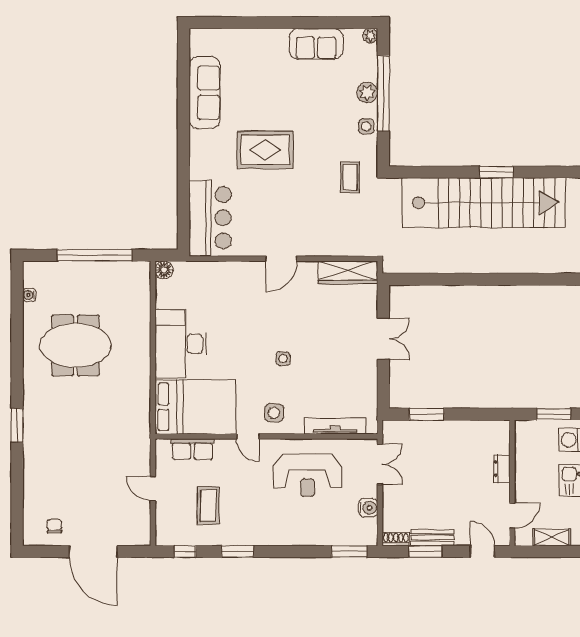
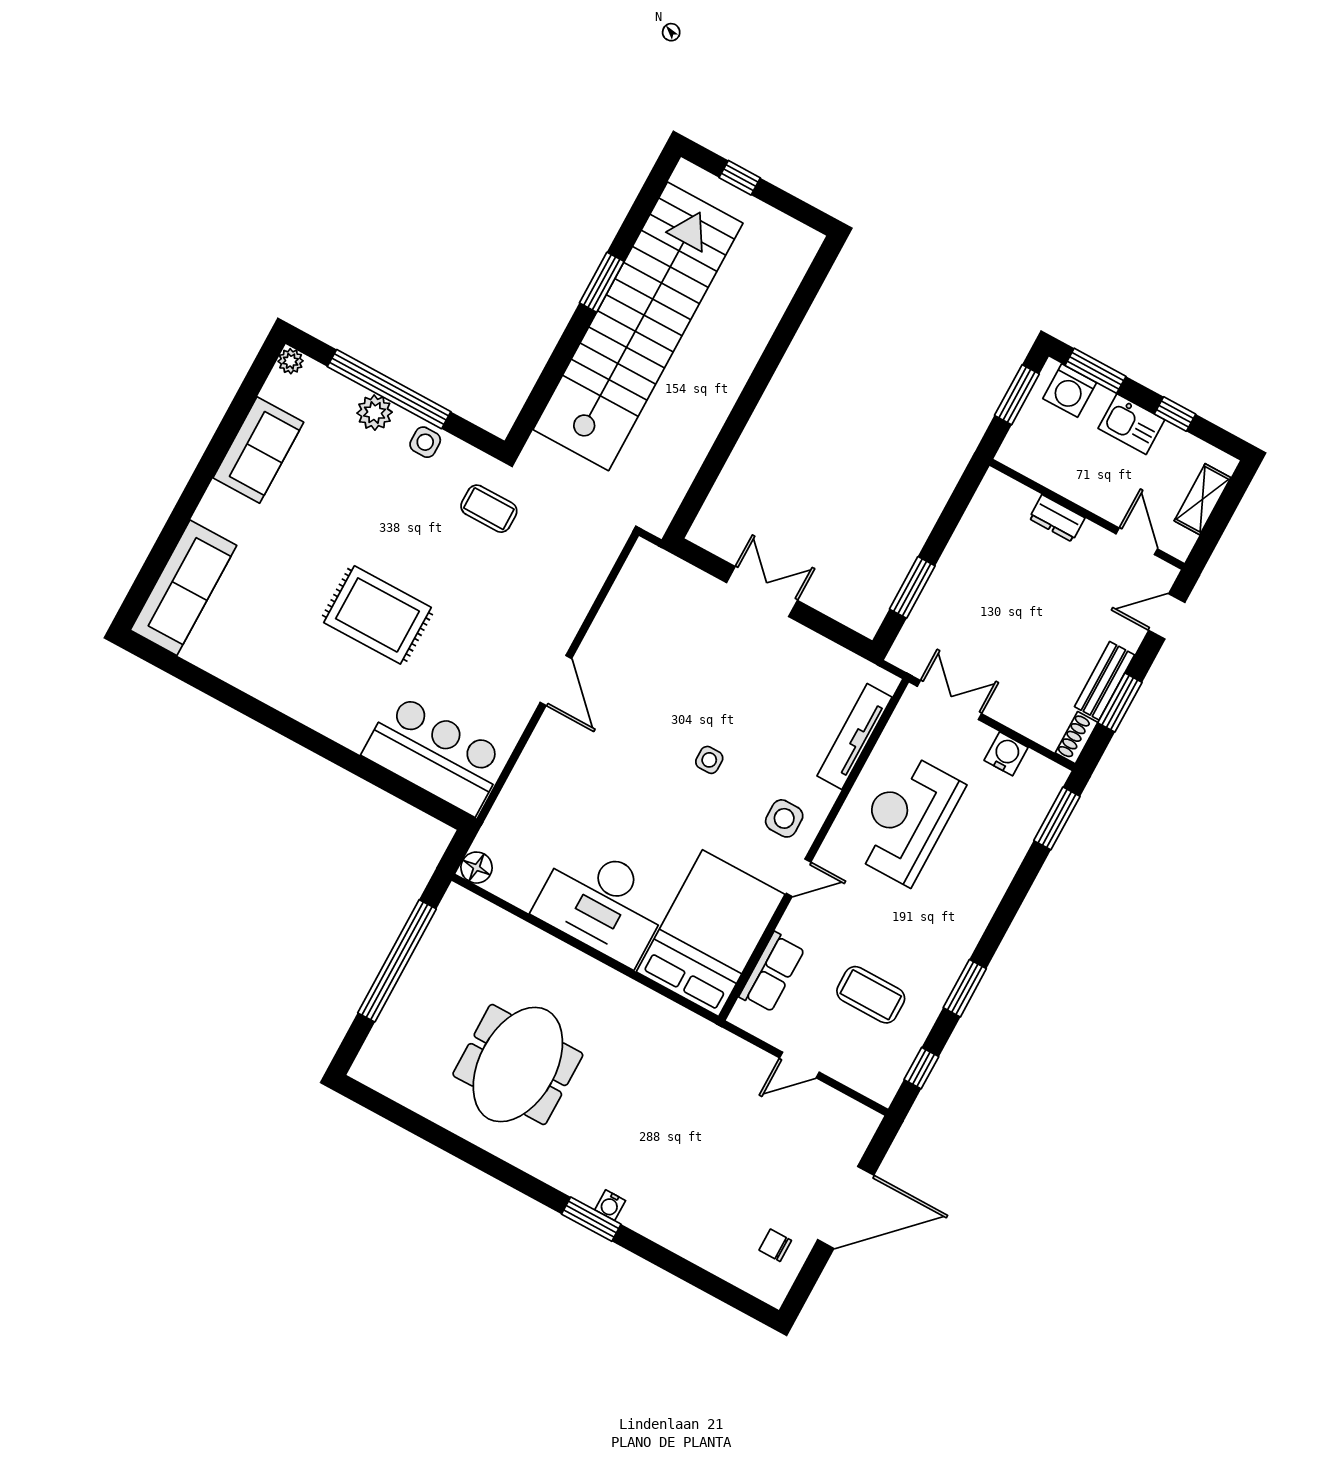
sofa: (205, 93) -> (183, 588), moved, turned 90
rug: (265, 150) -> (377, 615), turned 90
wardrobe: (348, 272) -> (632, 590), removed
water cooler: (29, 295) -> (610, 1205), moved
reception desk: (307, 475) -> (907, 819), turned 180

